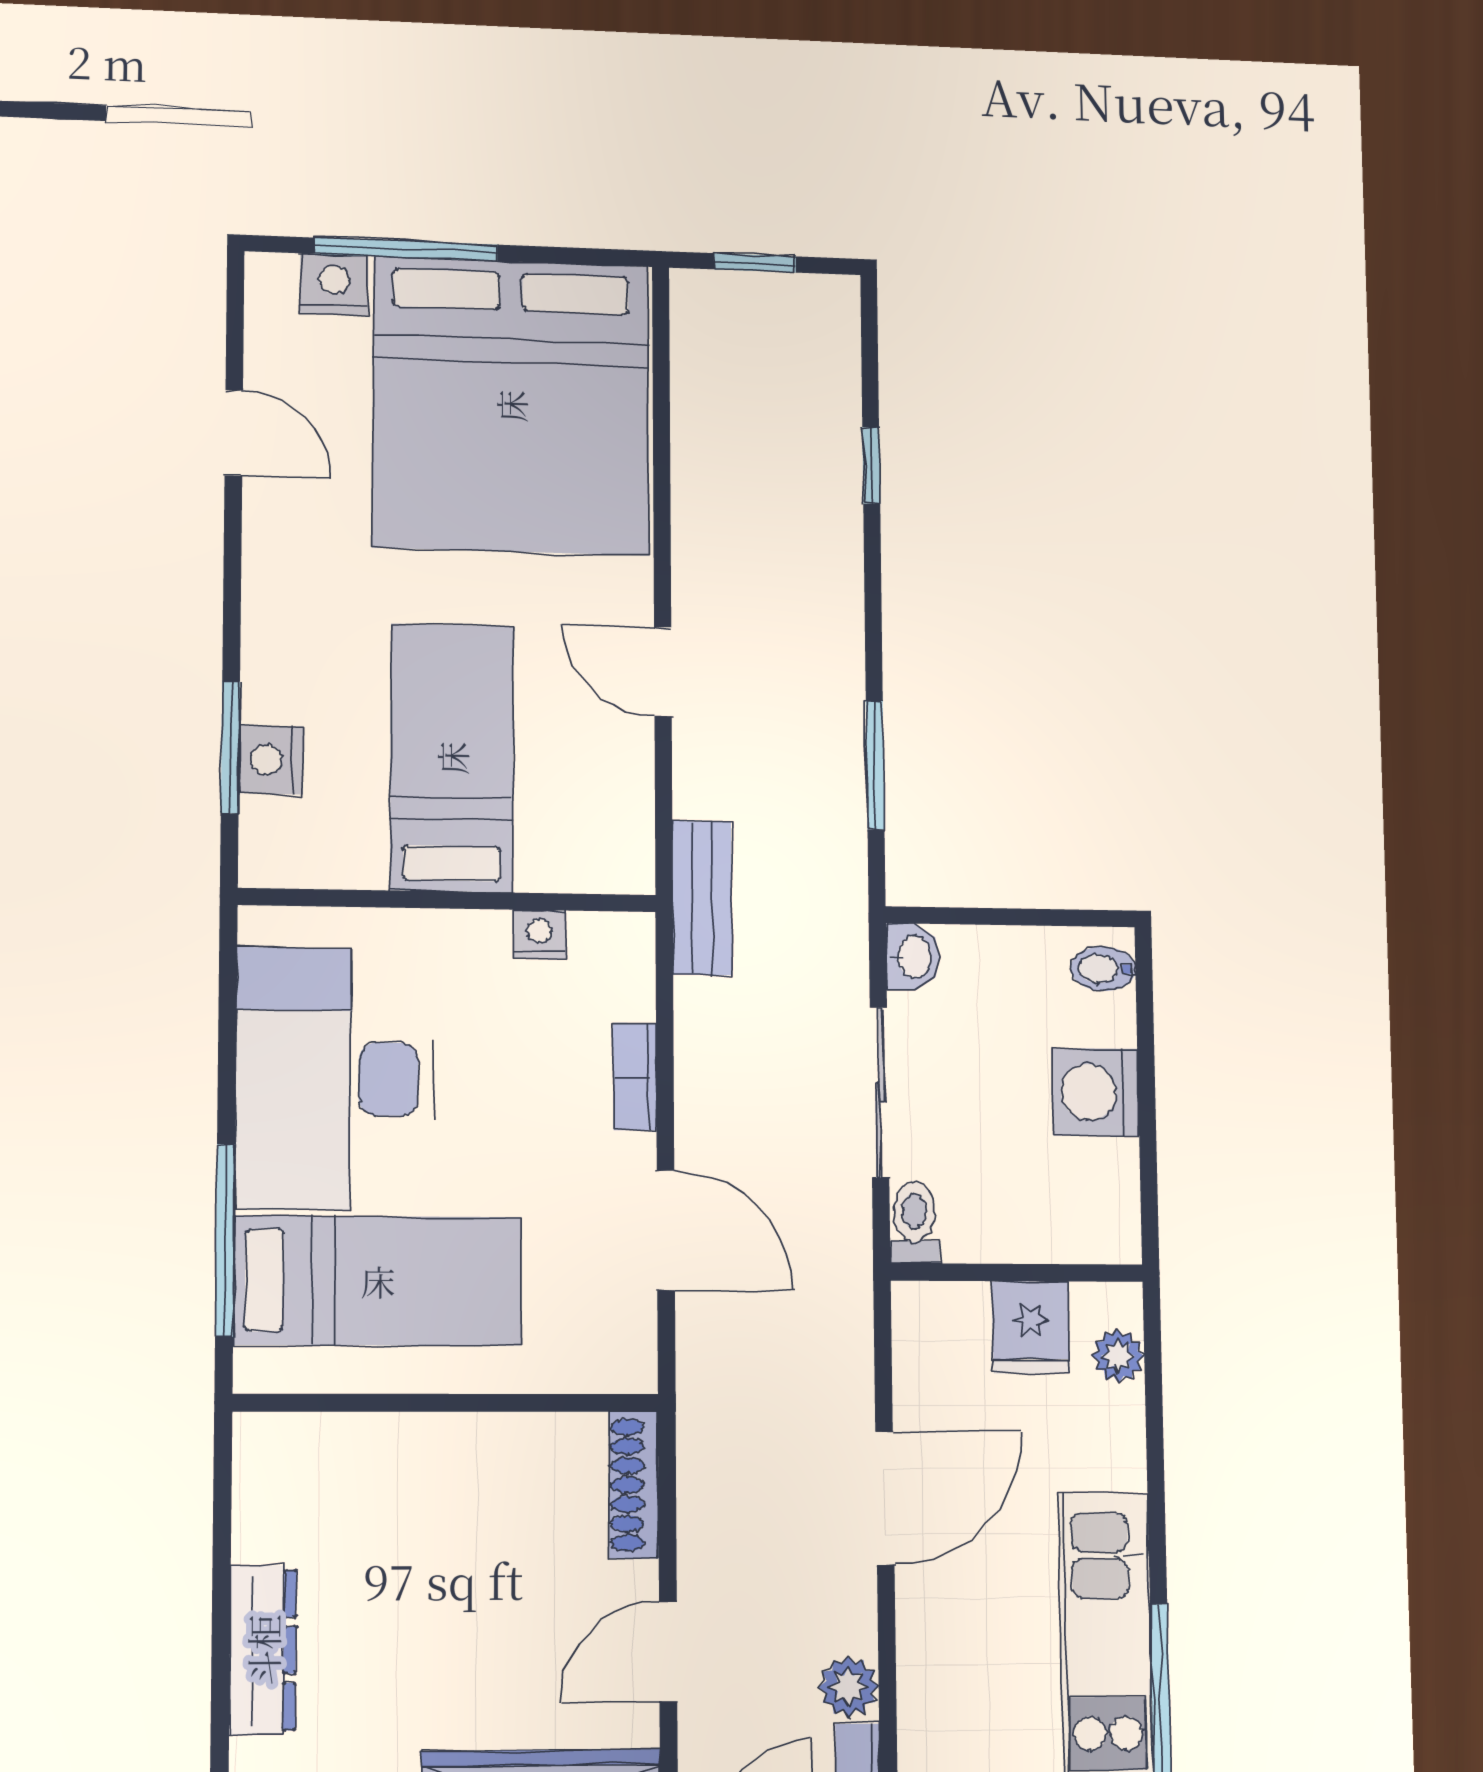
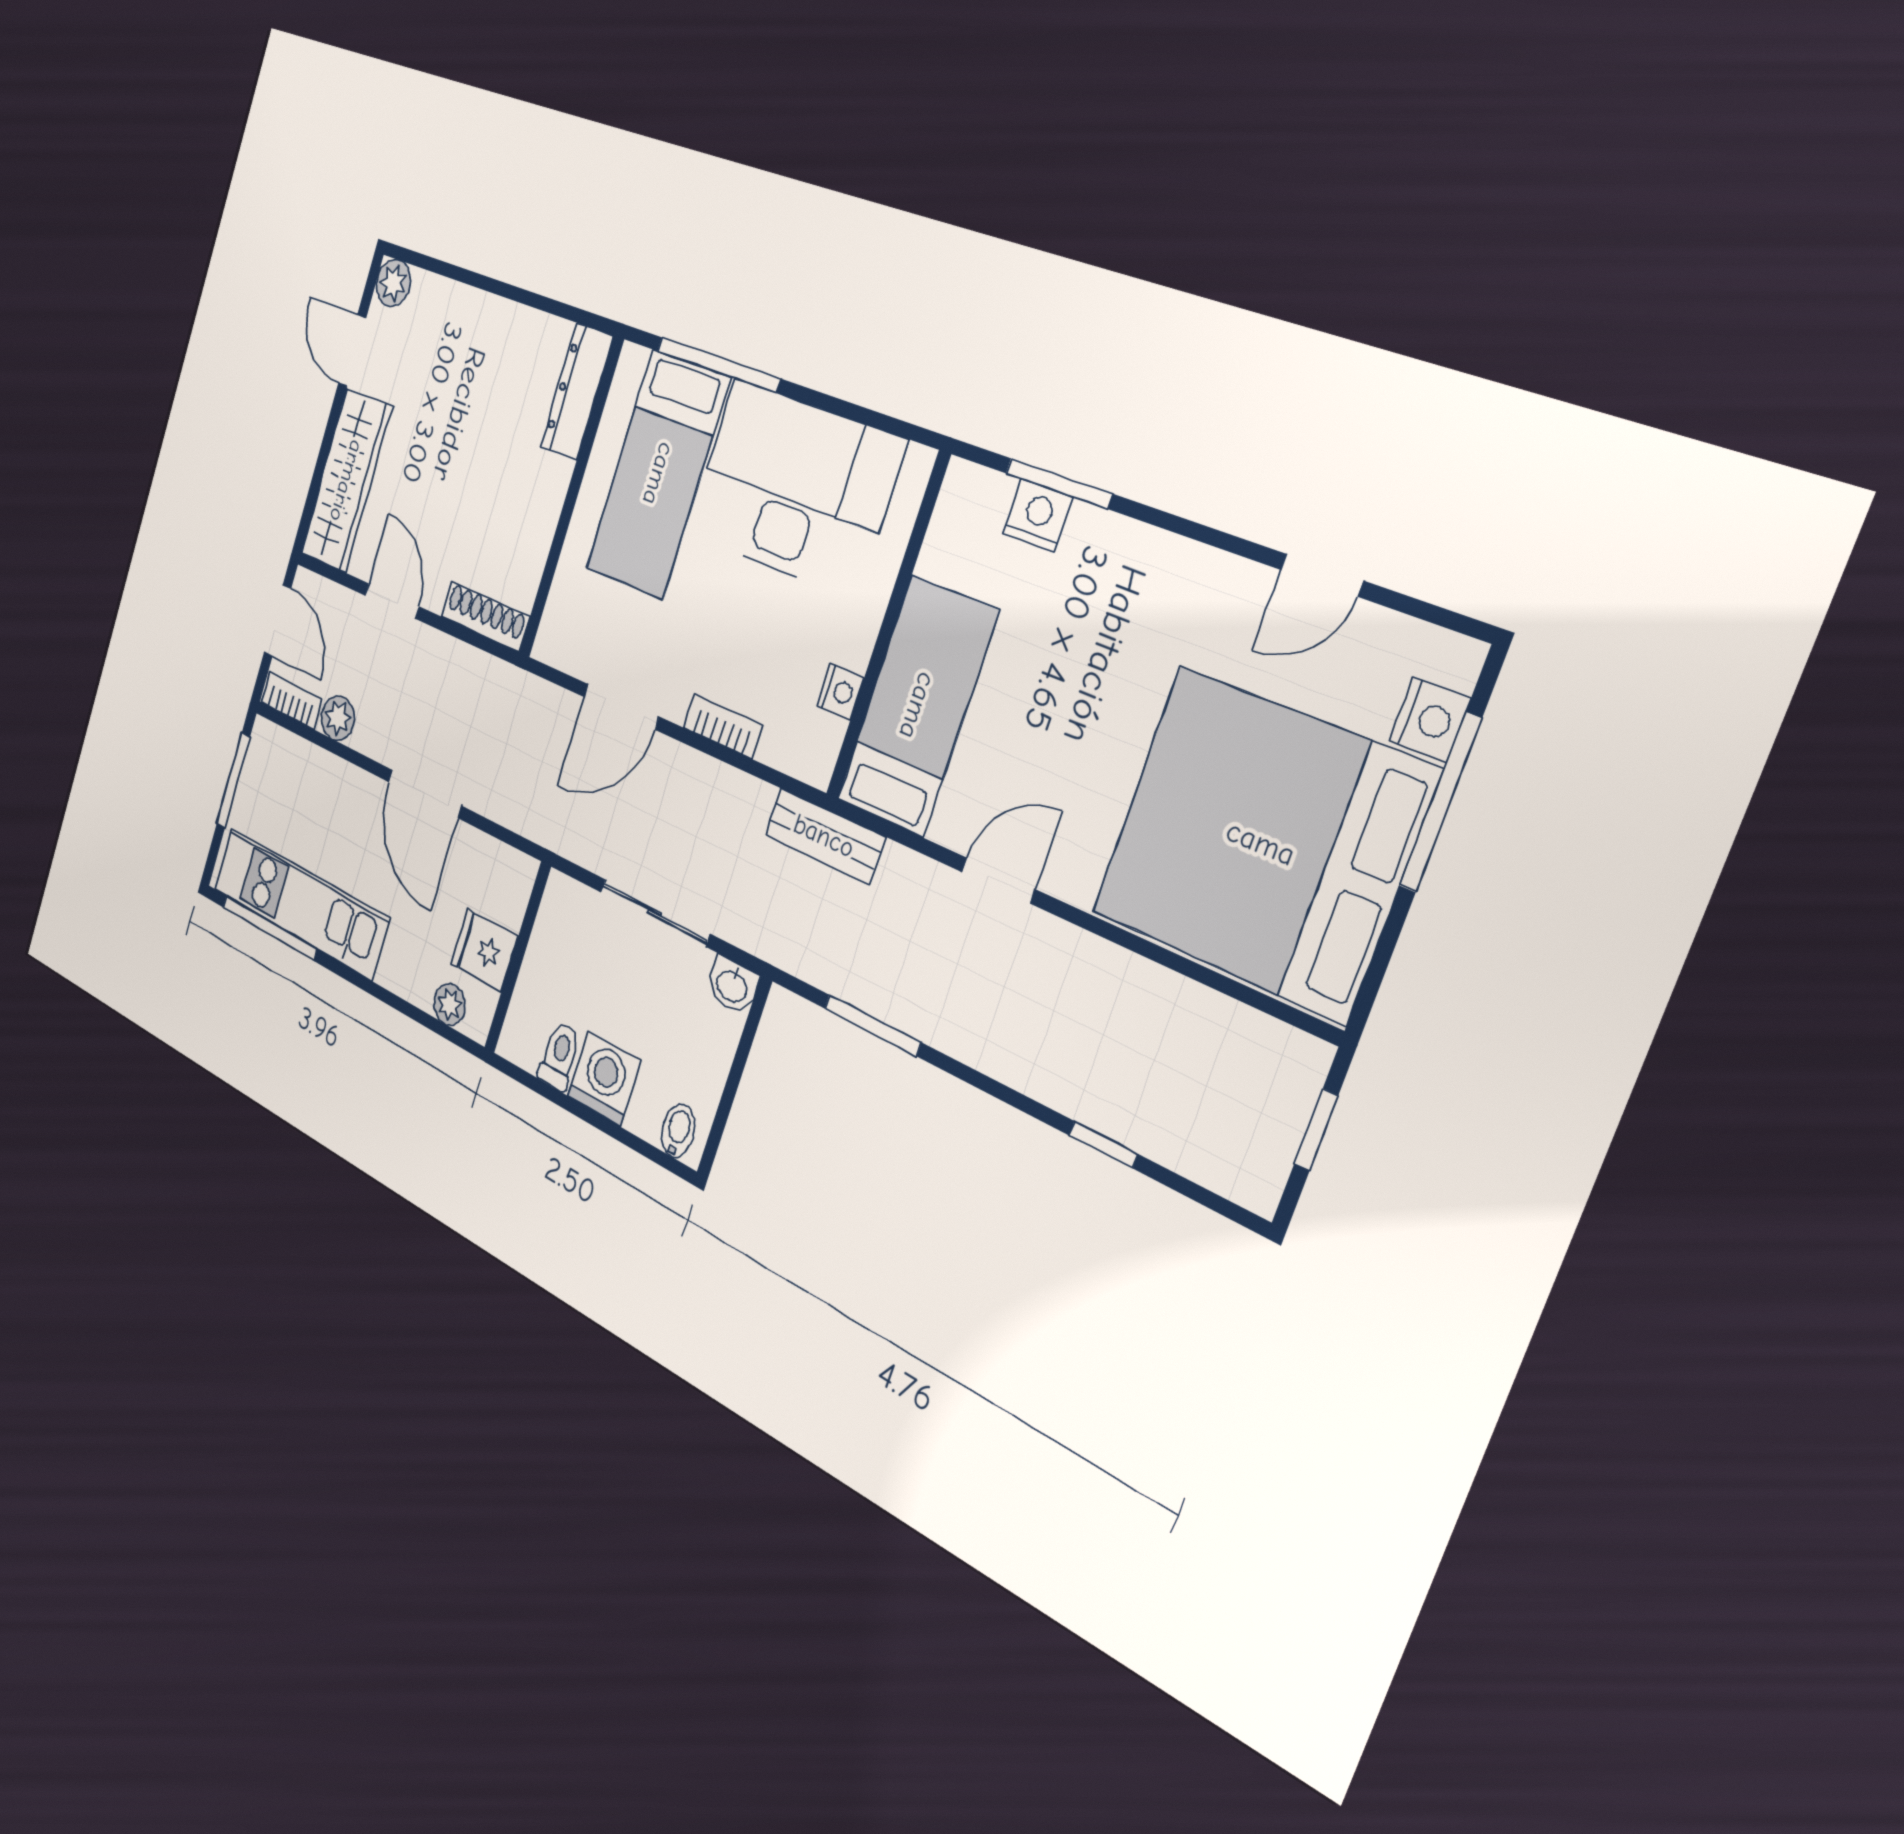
bed: (452, 758) -> (917, 706), moved, turned -90
toilet: (914, 1223) -> (559, 1056), moved, turned -90
dresser: (263, 1650) -> (577, 392), moved, turned 90

